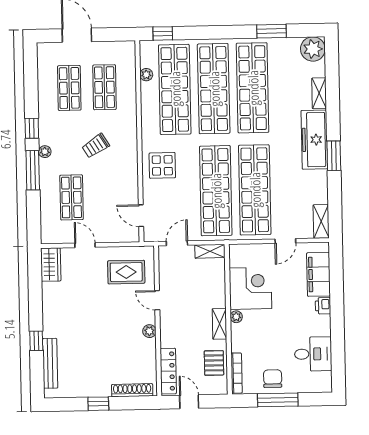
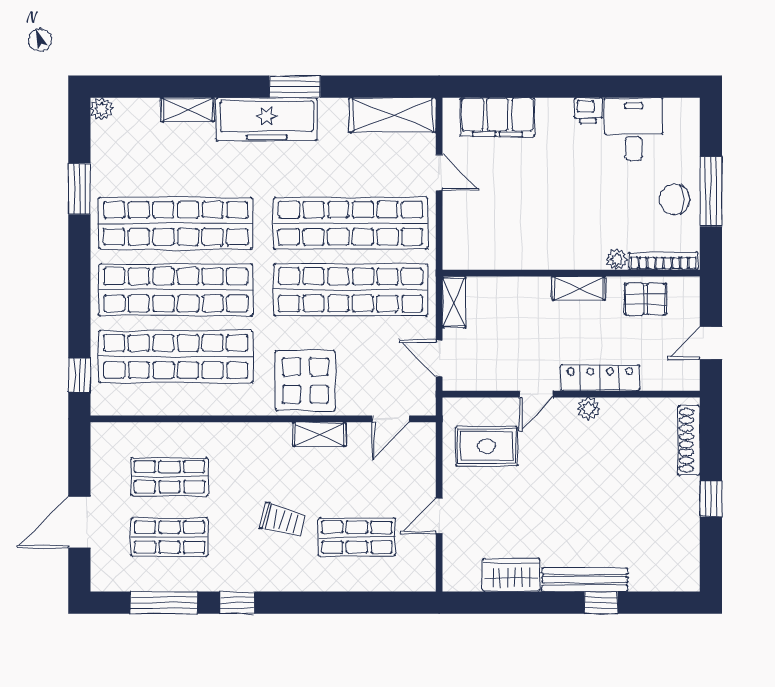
plant: (313, 49) -> (102, 109), width x0.53, depth x0.53
plant: (146, 75) -> (149, 405), removed
trolley: (96, 146) -> (283, 520), moved, turned -43
plant: (45, 152) -> (278, 581), removed
display table: (162, 165) -> (305, 381), width x1.36, depth x1.36
window: (33, 170) -> (164, 603), moved
shelving: (131, 174) -> (319, 434), added
shelving: (321, 221) -> (393, 115), width x1.50, depth x1.33
wardrobe: (51, 265) -> (511, 575), moved
rug: (126, 272) -> (487, 446), turned 90
corner desk: (250, 288) -> (519, 234), removed
printer: (323, 306) -> (588, 111), moved
plant: (236, 317) -> (616, 260), moved
bench: (50, 363) -> (585, 580), moved
locker: (168, 371) -> (600, 378), moved

